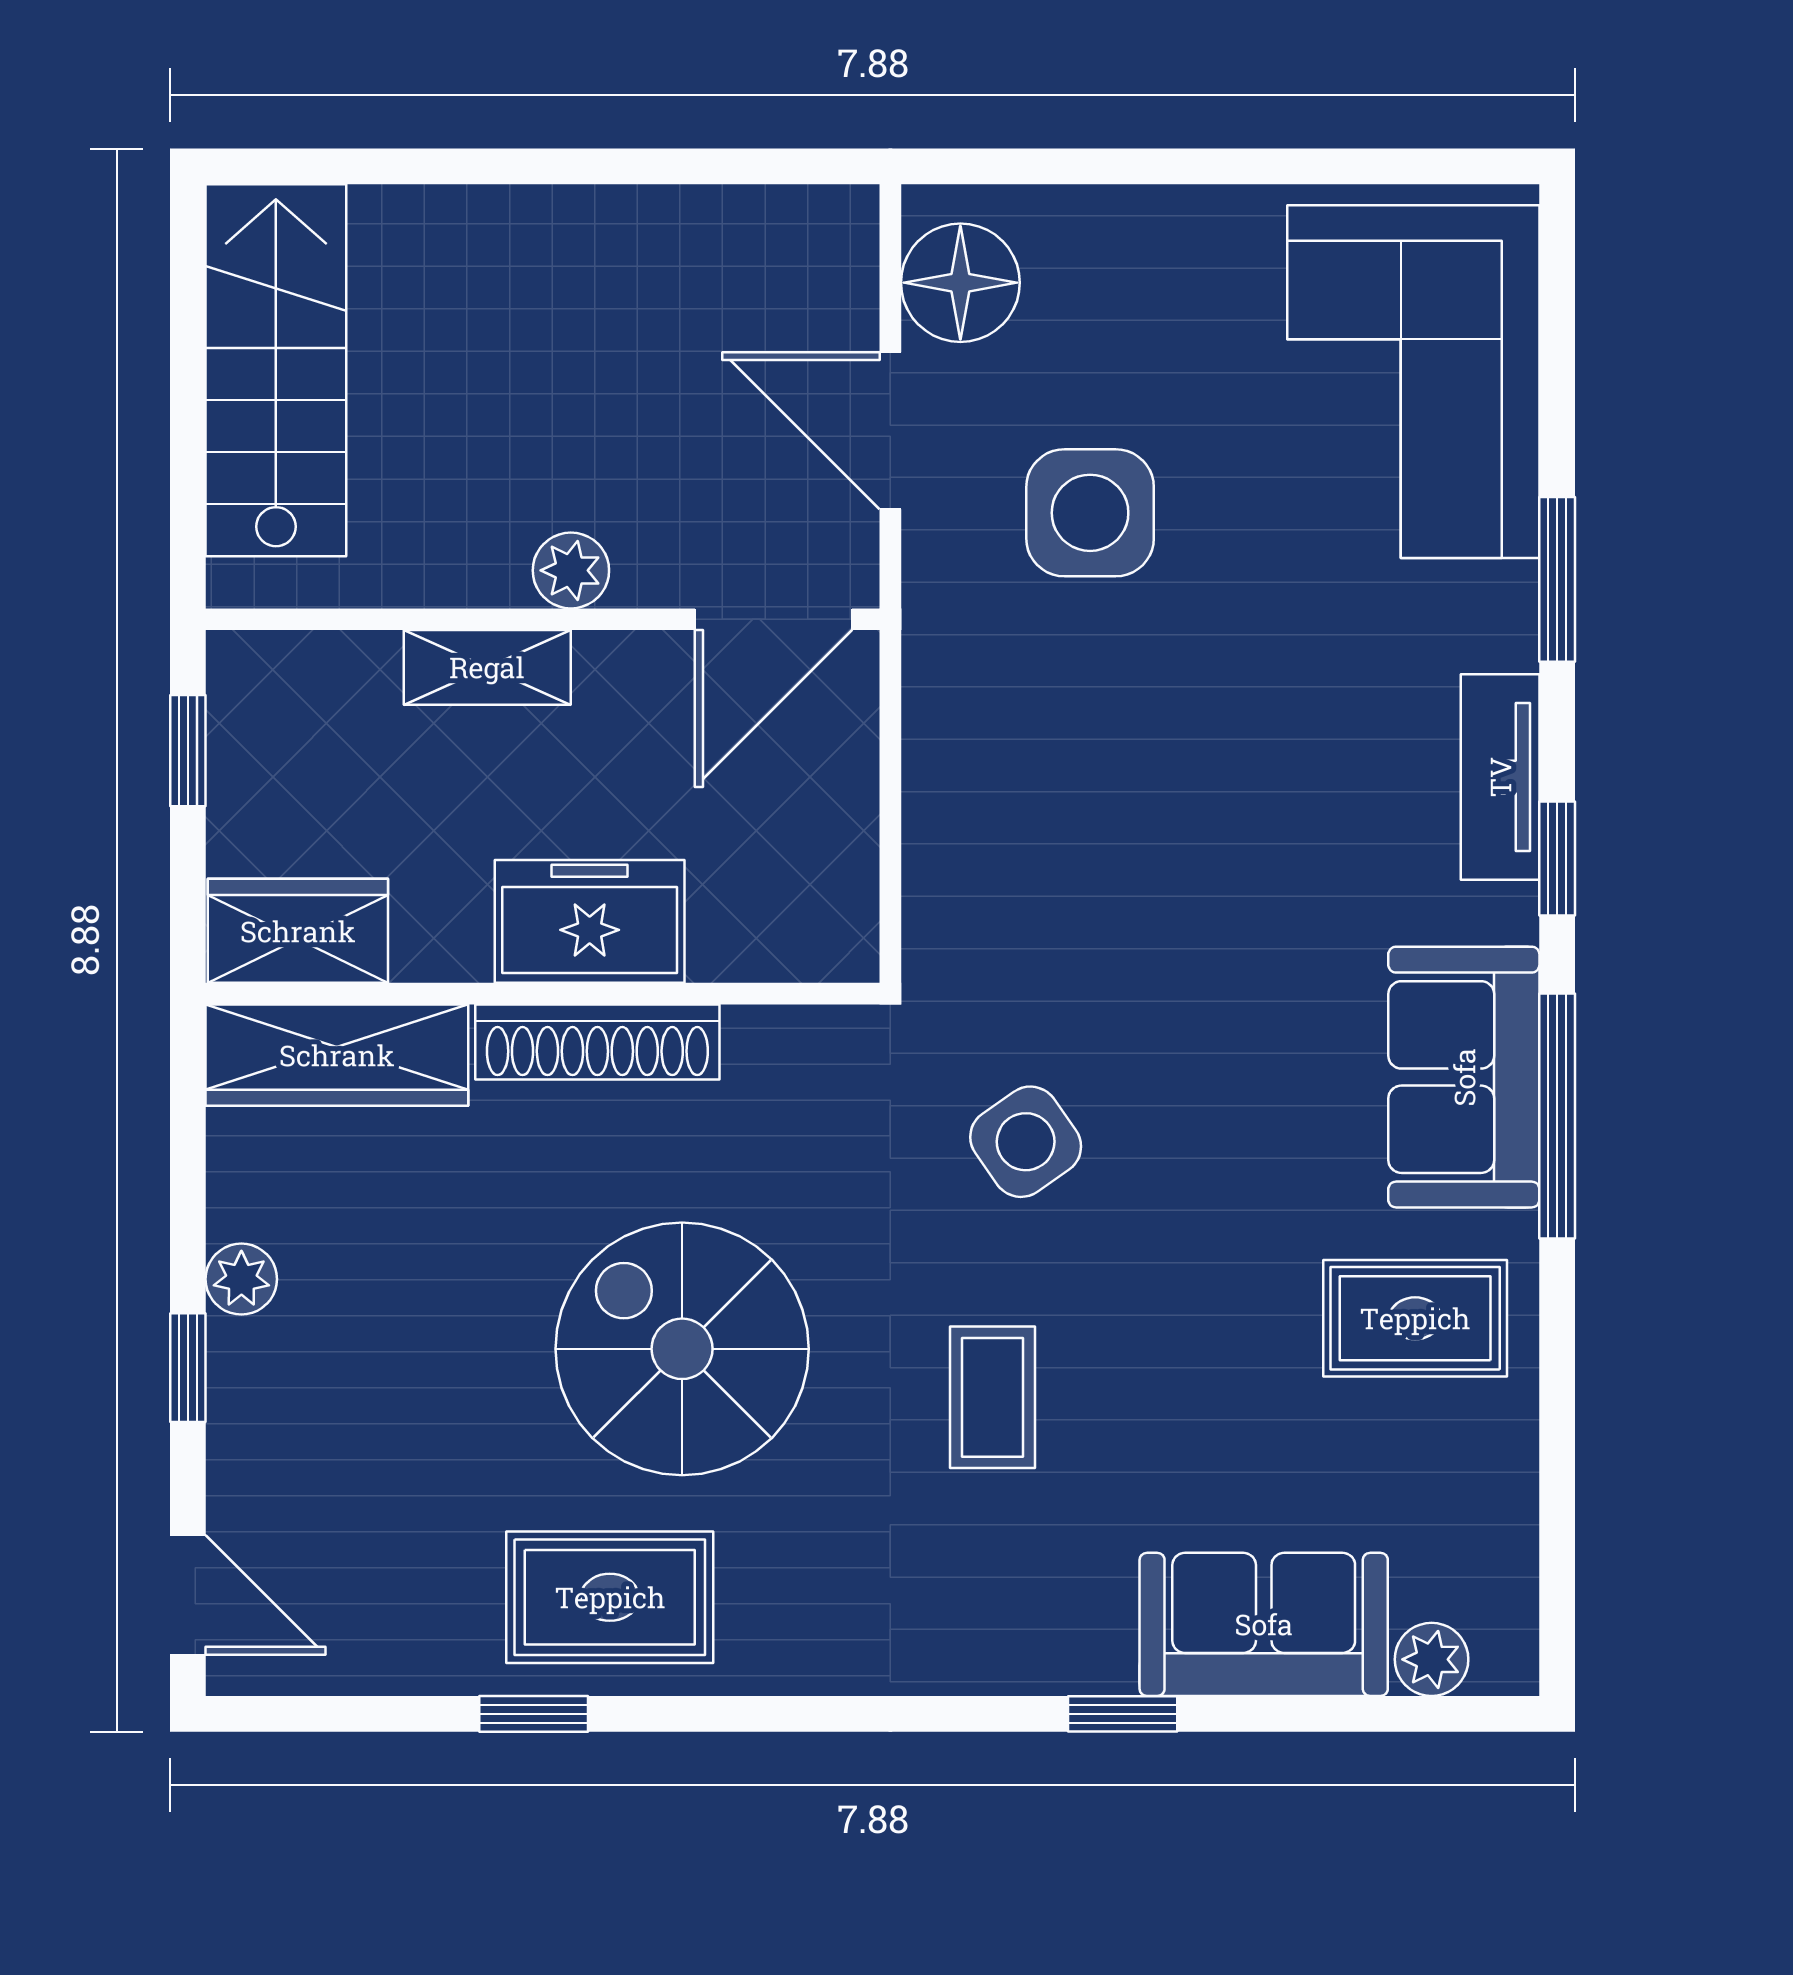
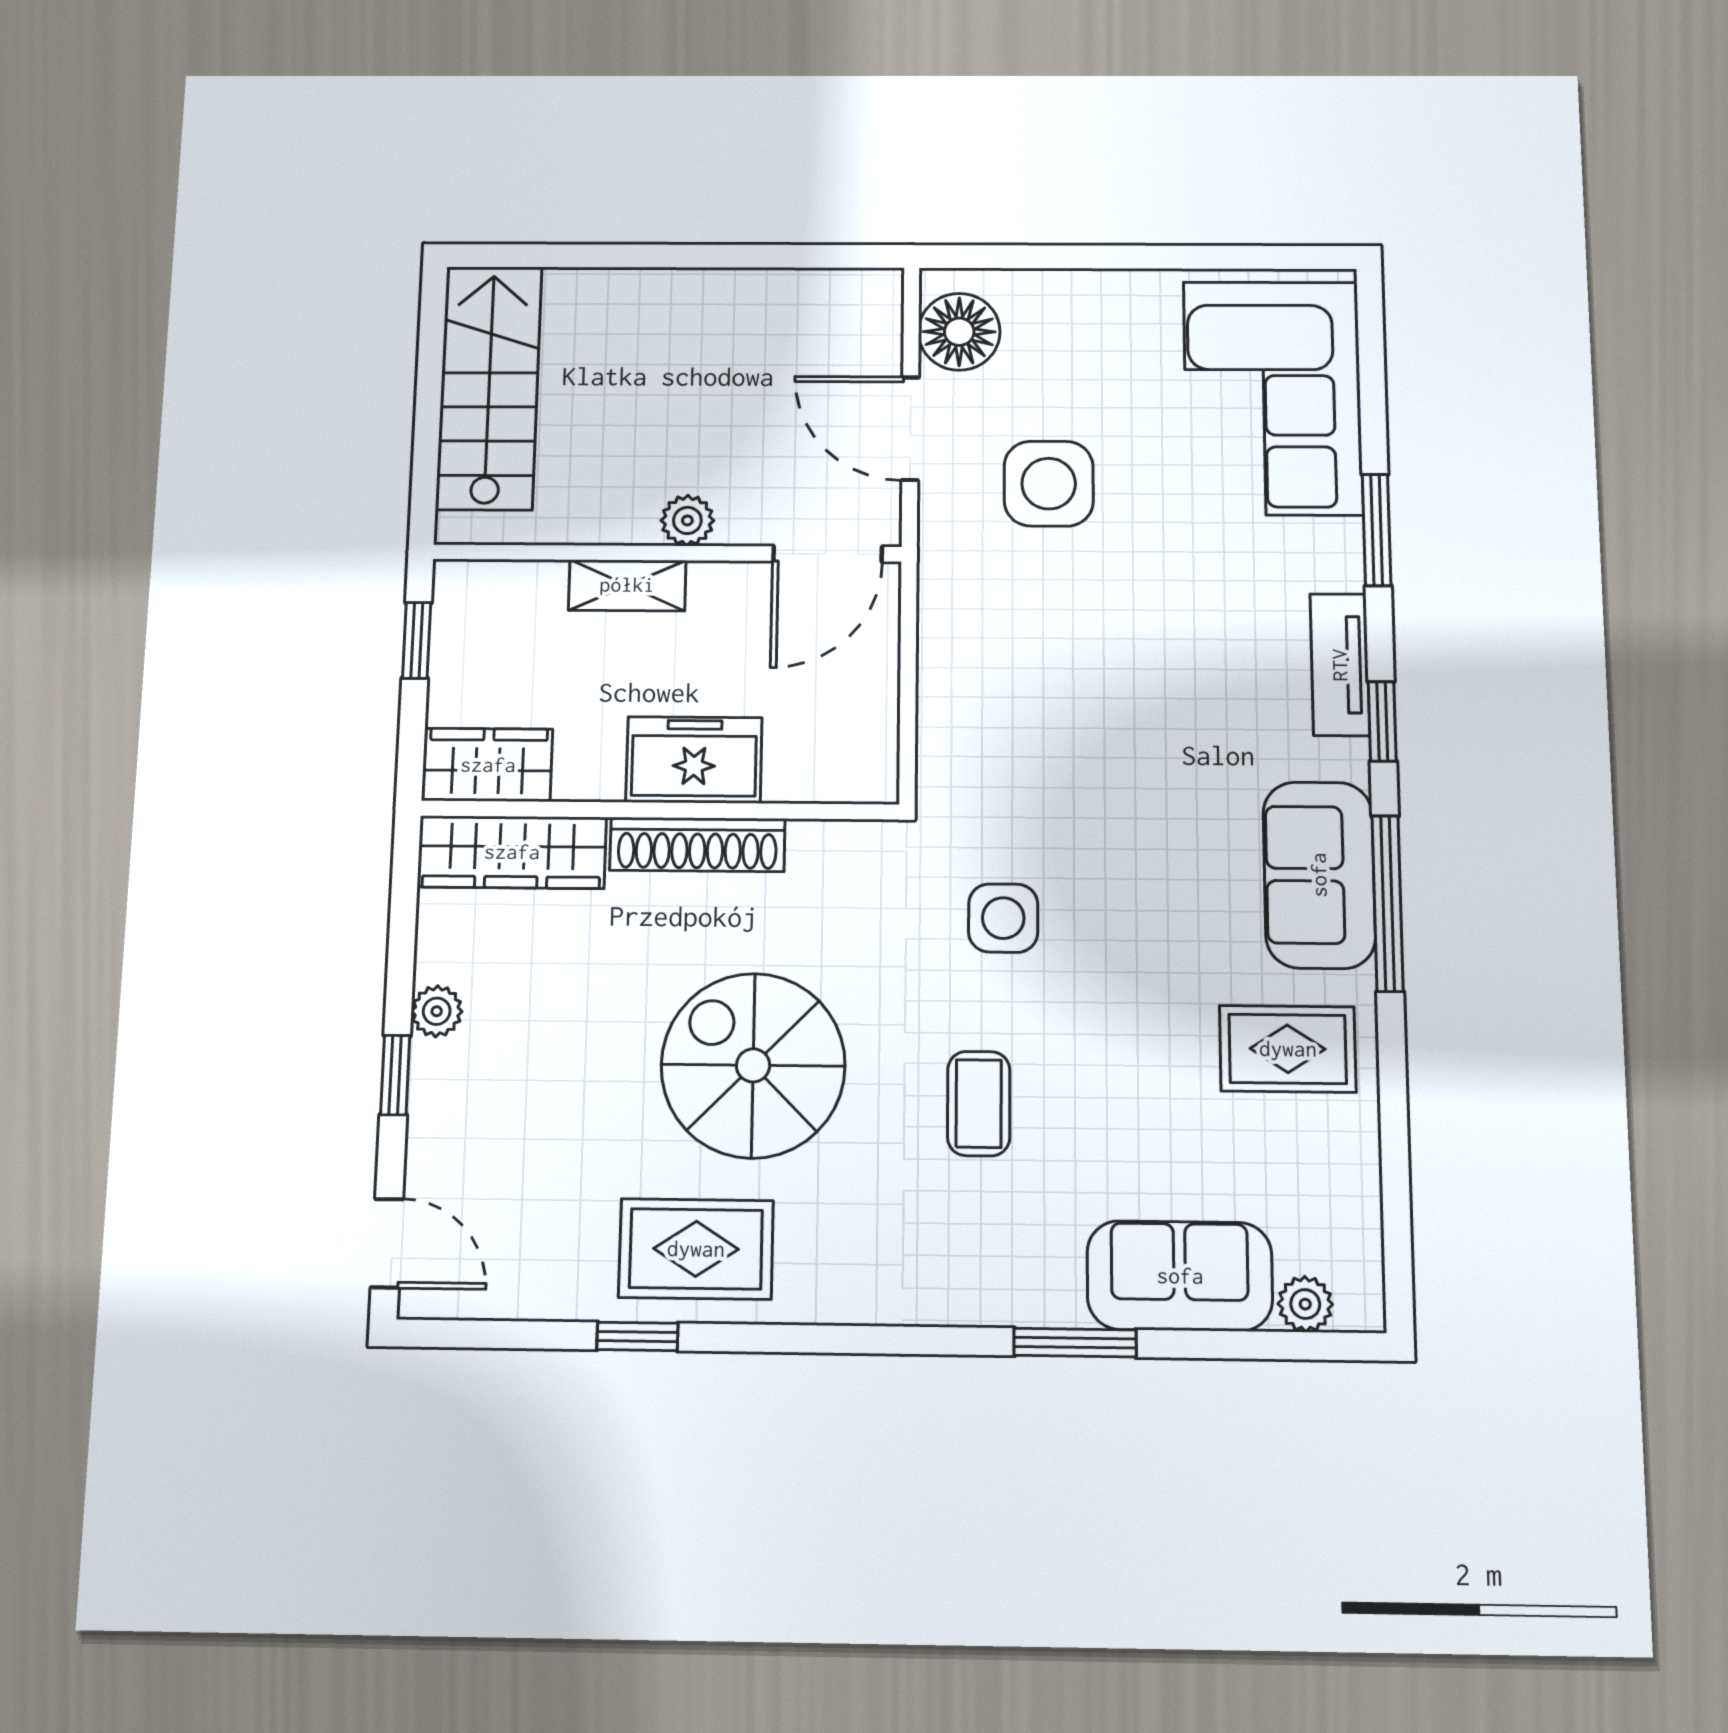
side table: (1026, 1142) -> (1003, 918), turned 35
window: (1123, 1714) -> (1075, 1343), width x1.50

